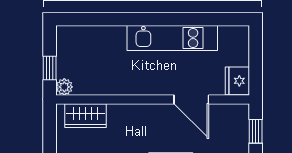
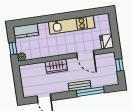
kitchen counter: (81, 37) -> (26, 31), added
wardrobe: (86, 116) -> (56, 66), moved

